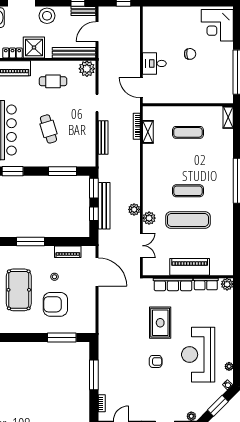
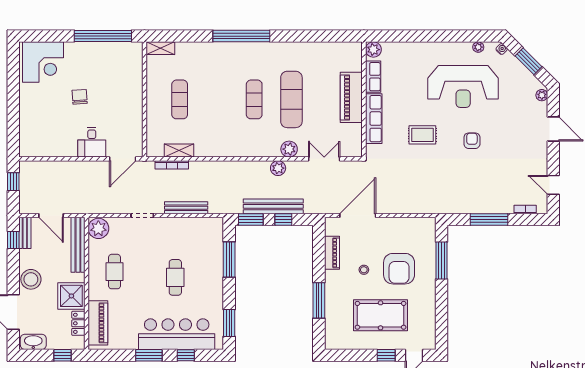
cafe table: (48, 129) -> (175, 277), turned -73
rug: (160, 323) -> (422, 135), width x0.73, depth x0.70

